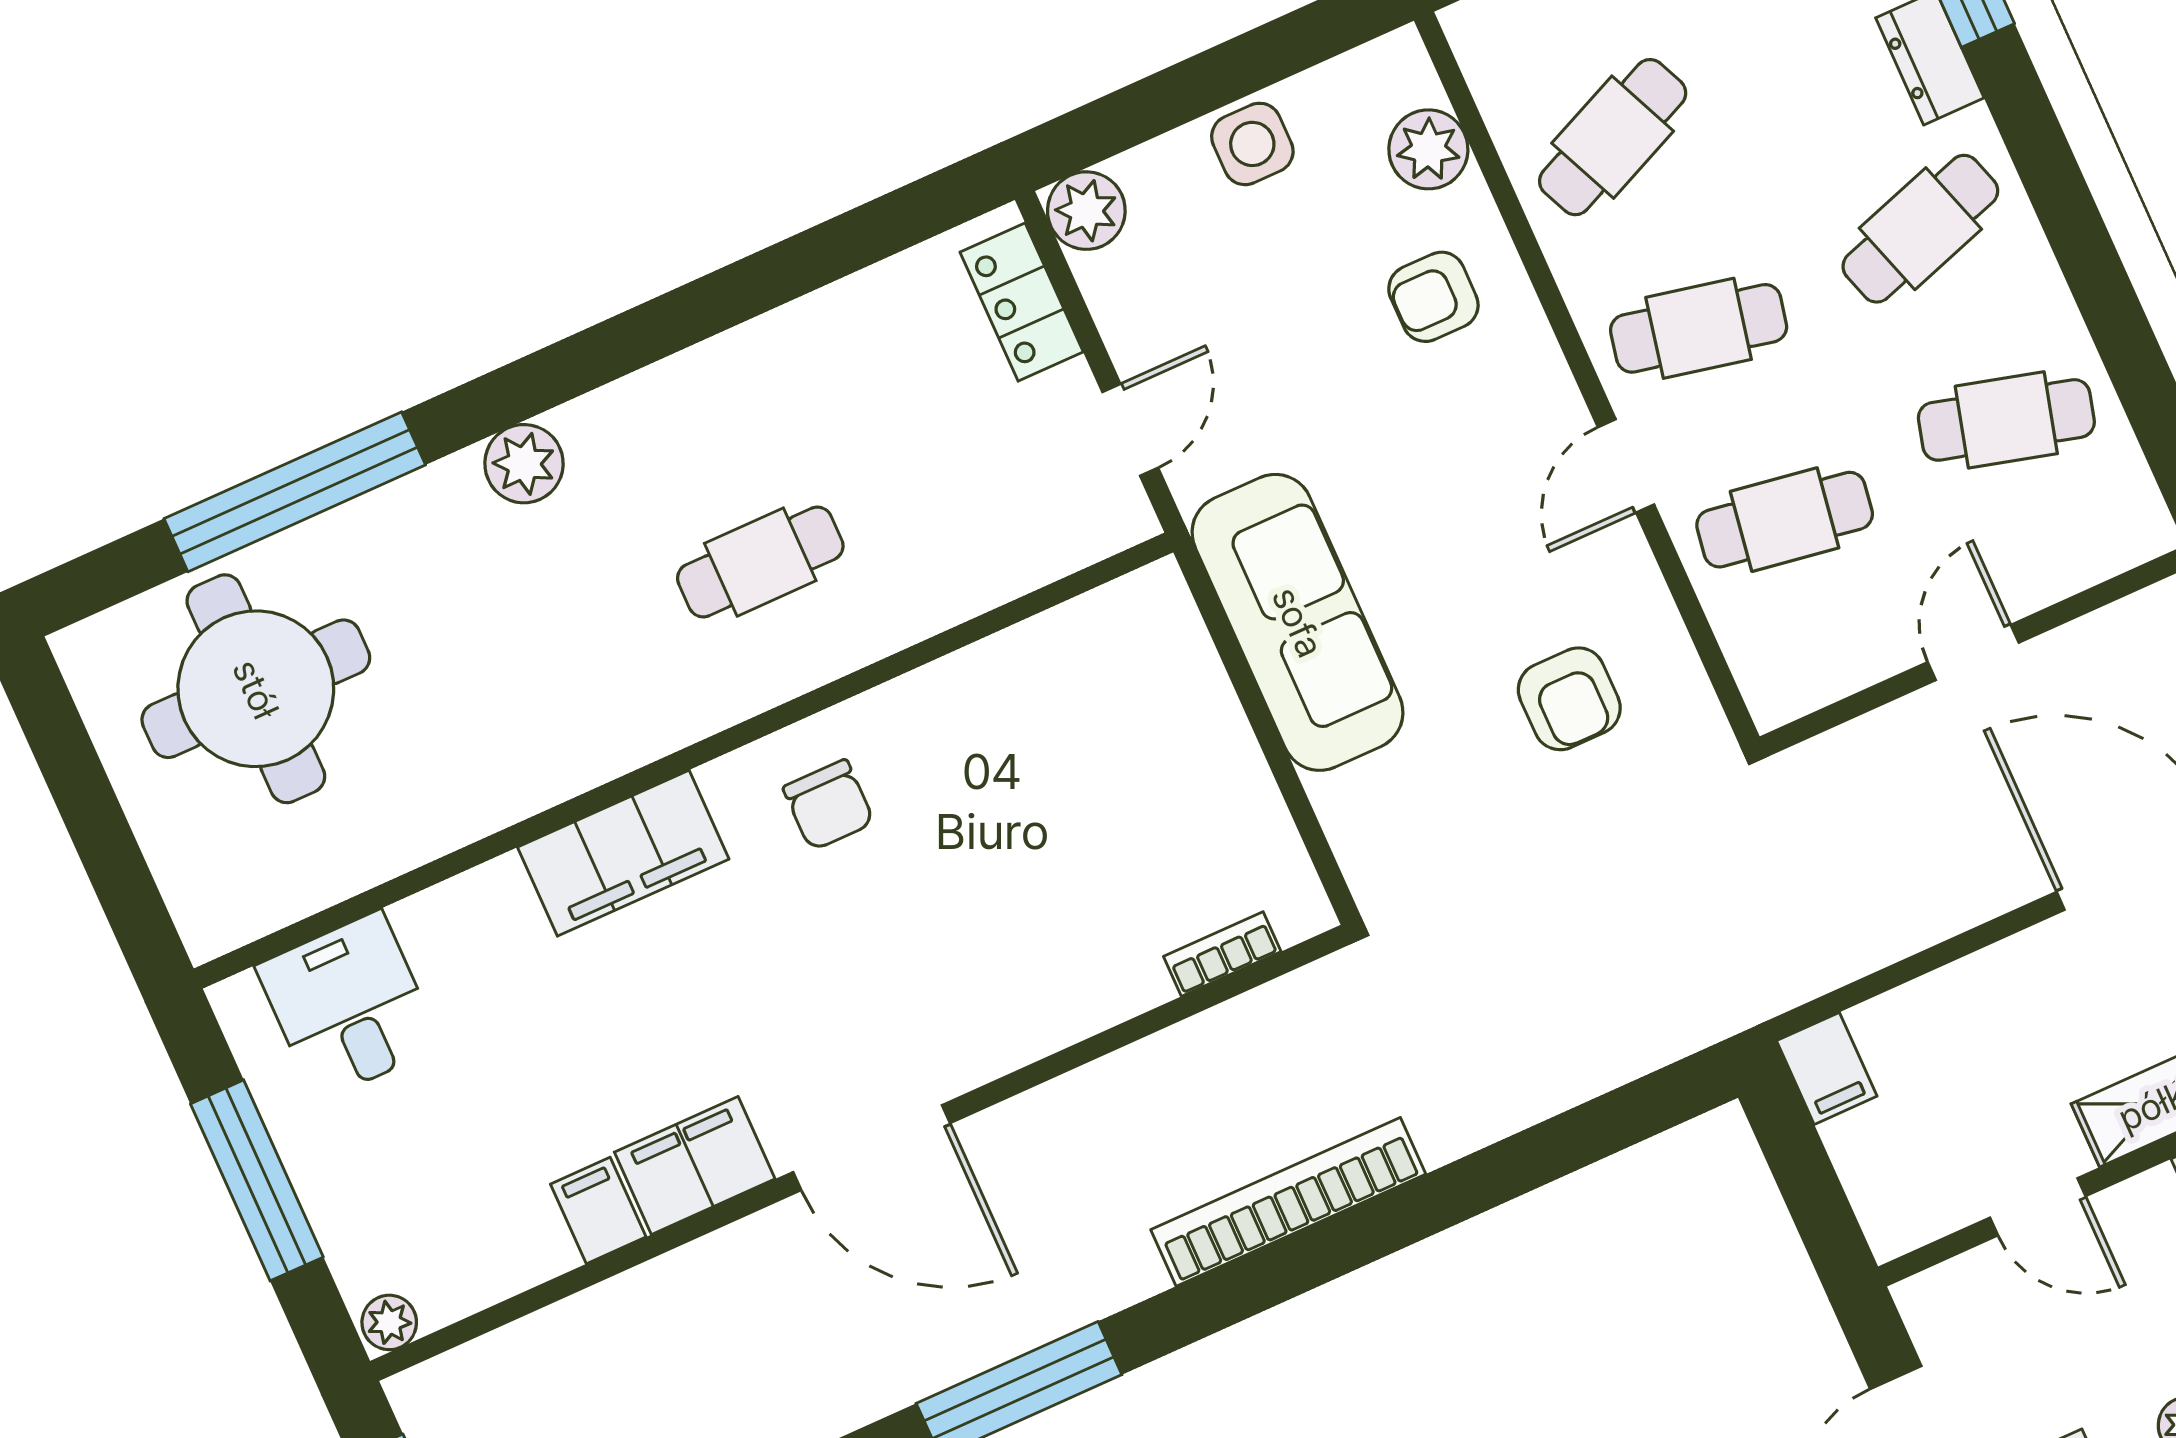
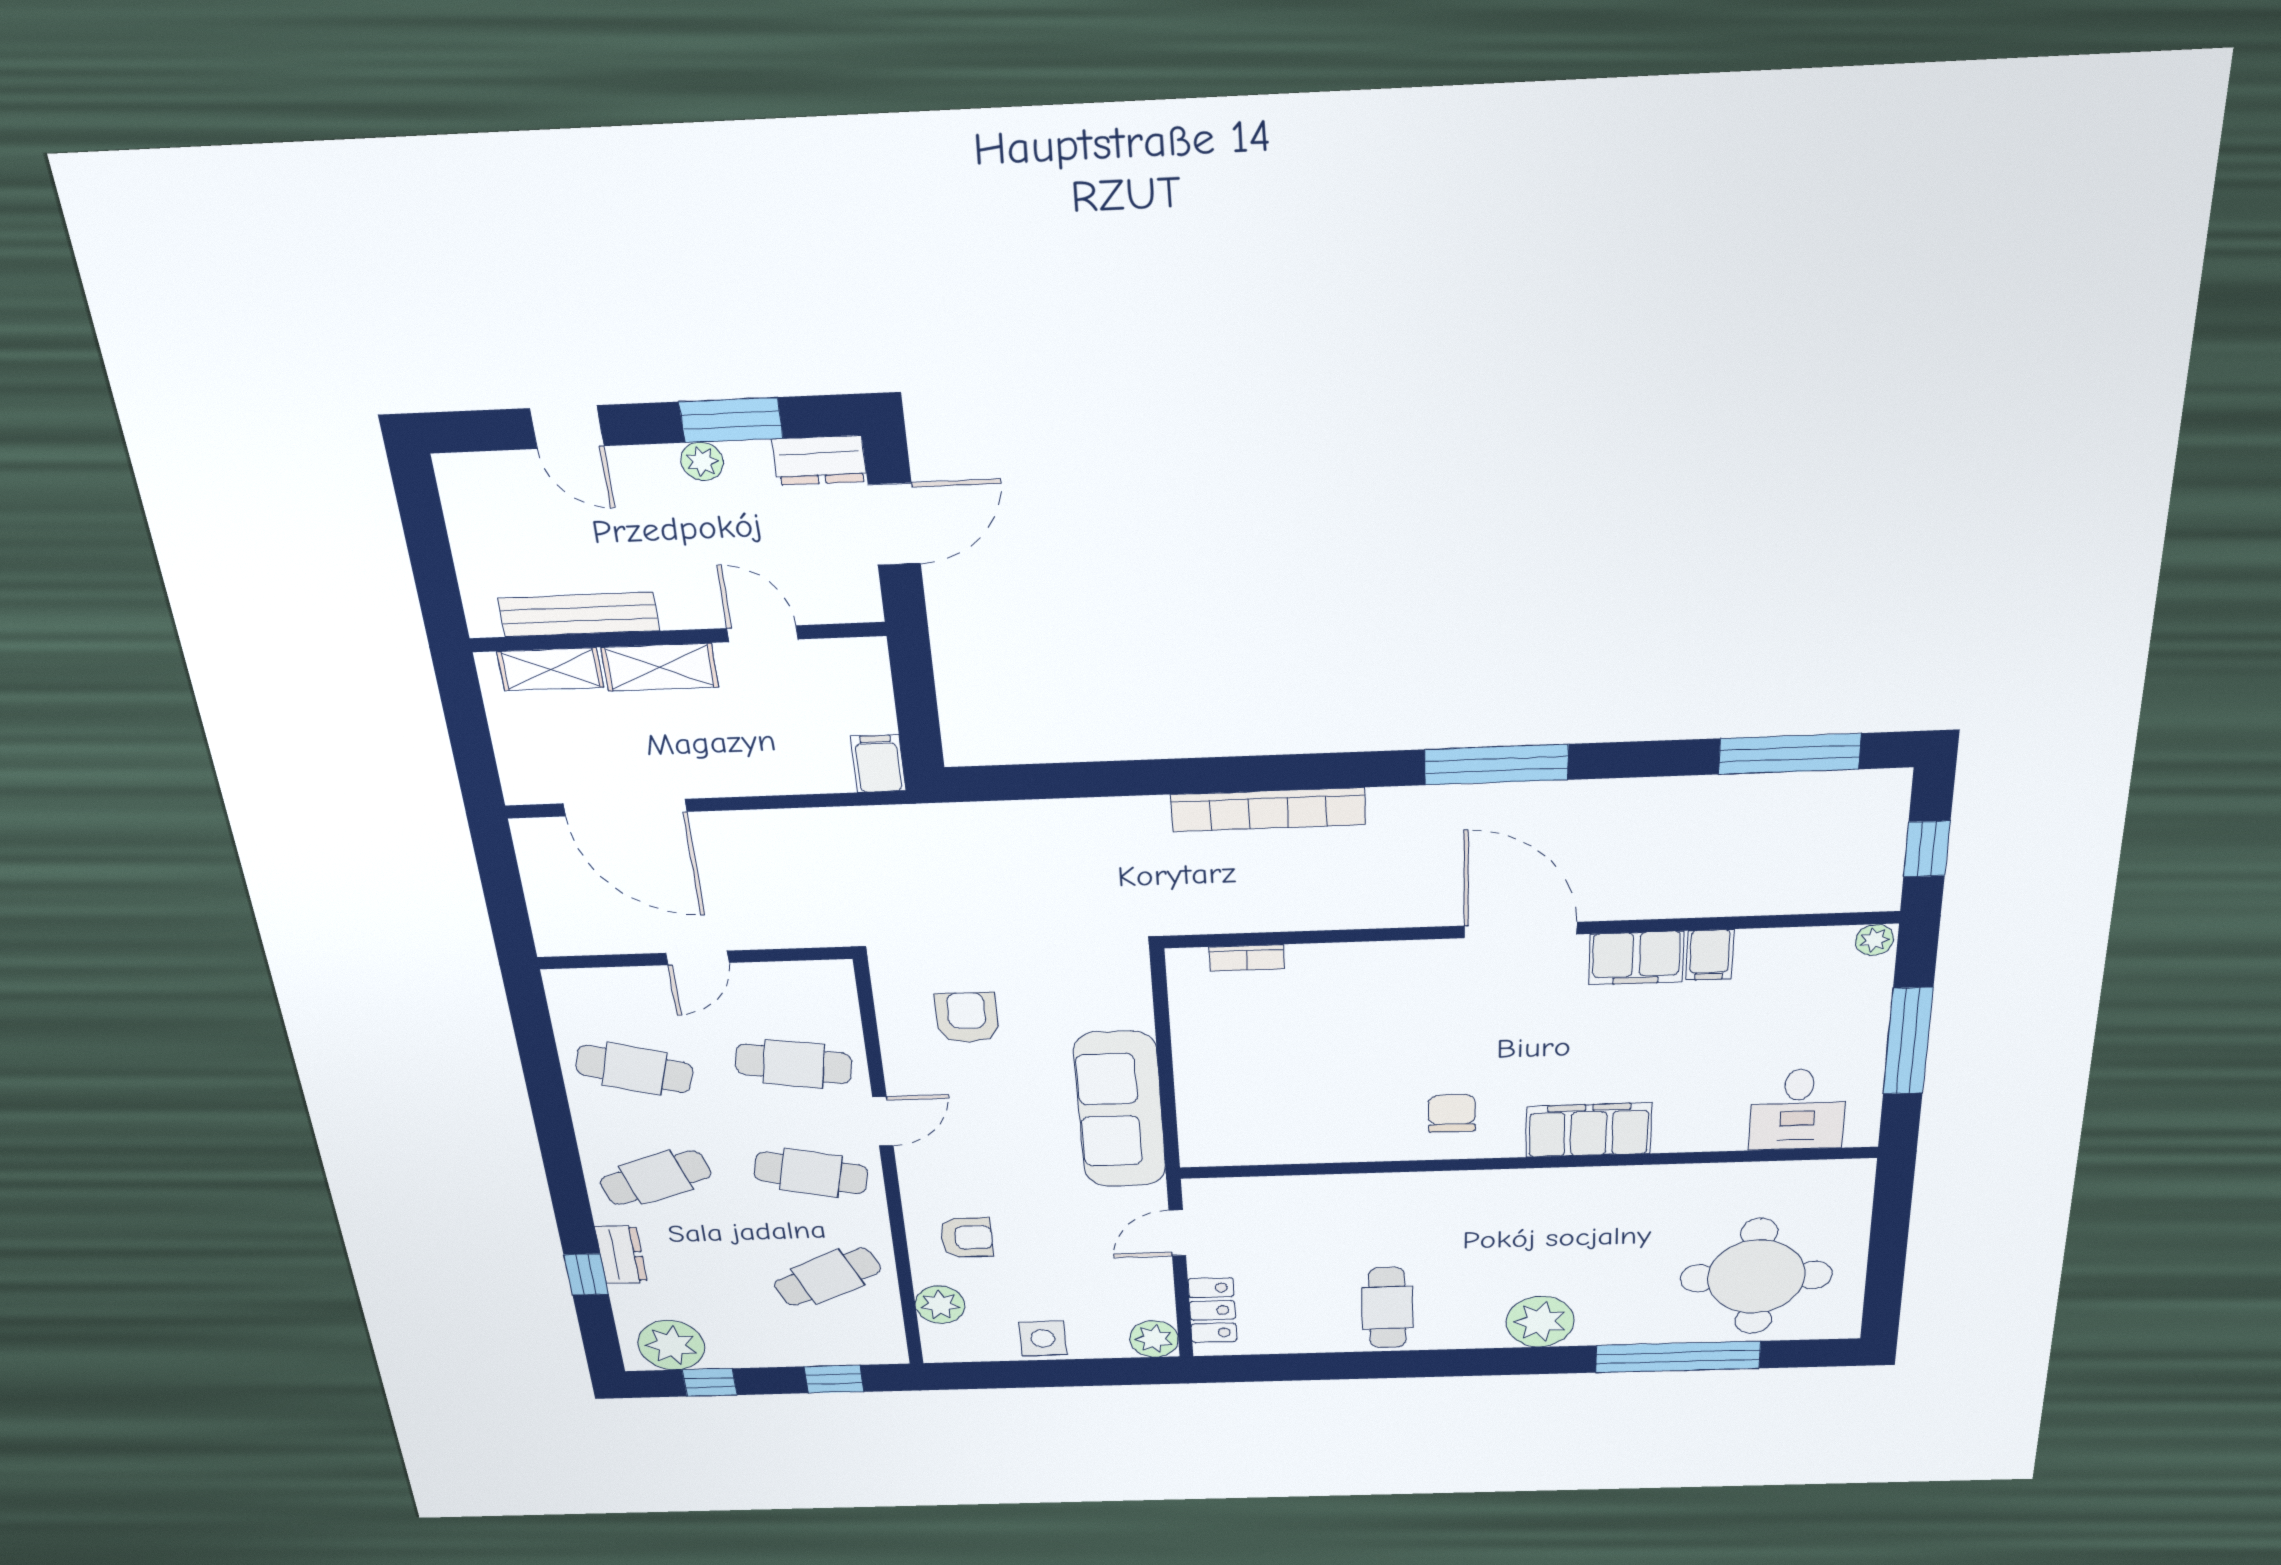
plant: (524, 464) -> (1540, 1322), width x1.36, depth x1.36
cafe table: (760, 562) -> (1387, 1308), moved, turned 90

